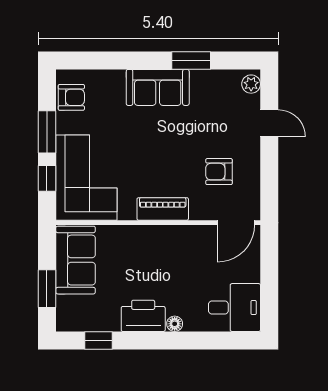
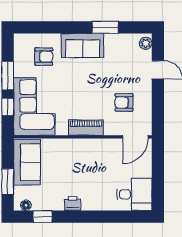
armchair: (71, 97) -> (44, 57), moved
printer: (143, 316) -> (73, 203), width x0.53, depth x0.68
floor lamp: (175, 324) -> (26, 205), moved

